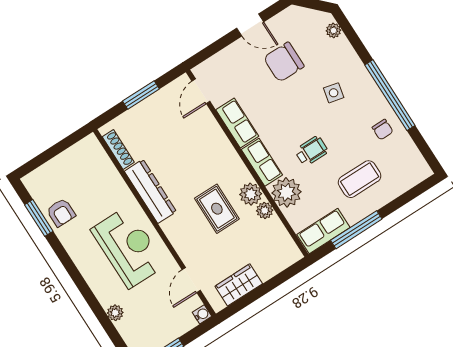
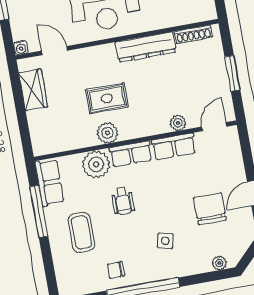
door: (201, 91) -> (214, 127), hinge flipped
plant: (265, 210) -> (178, 123), moved

